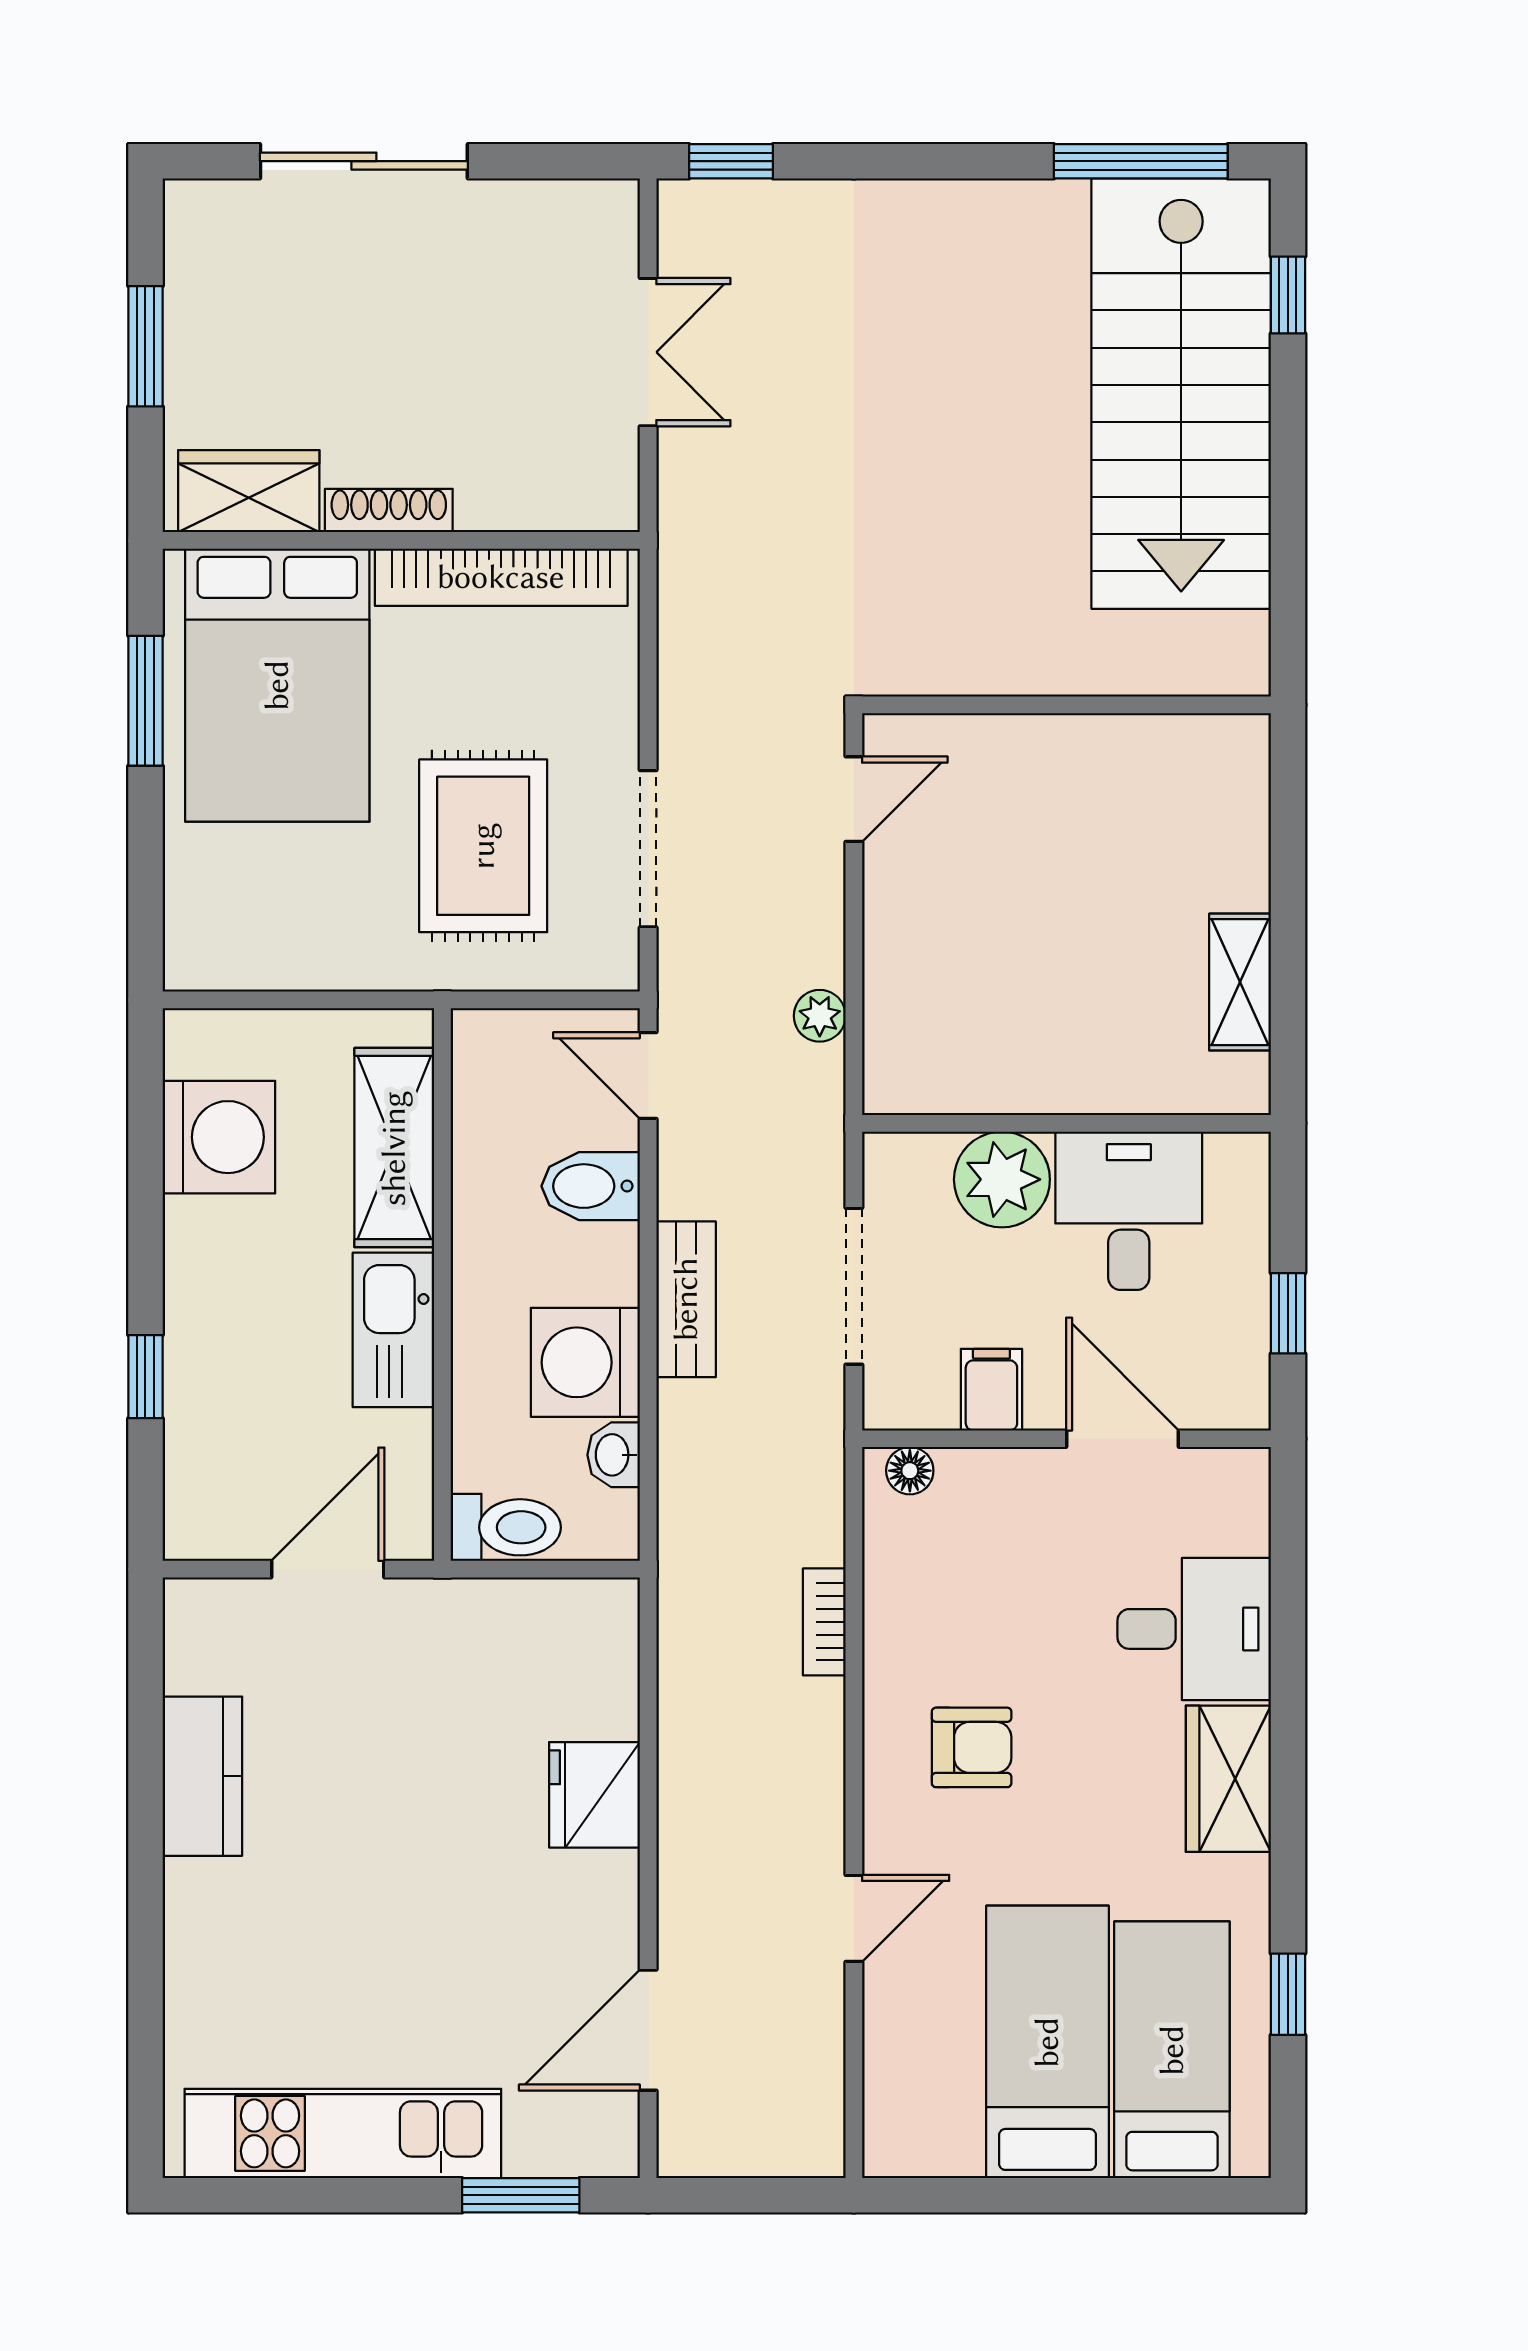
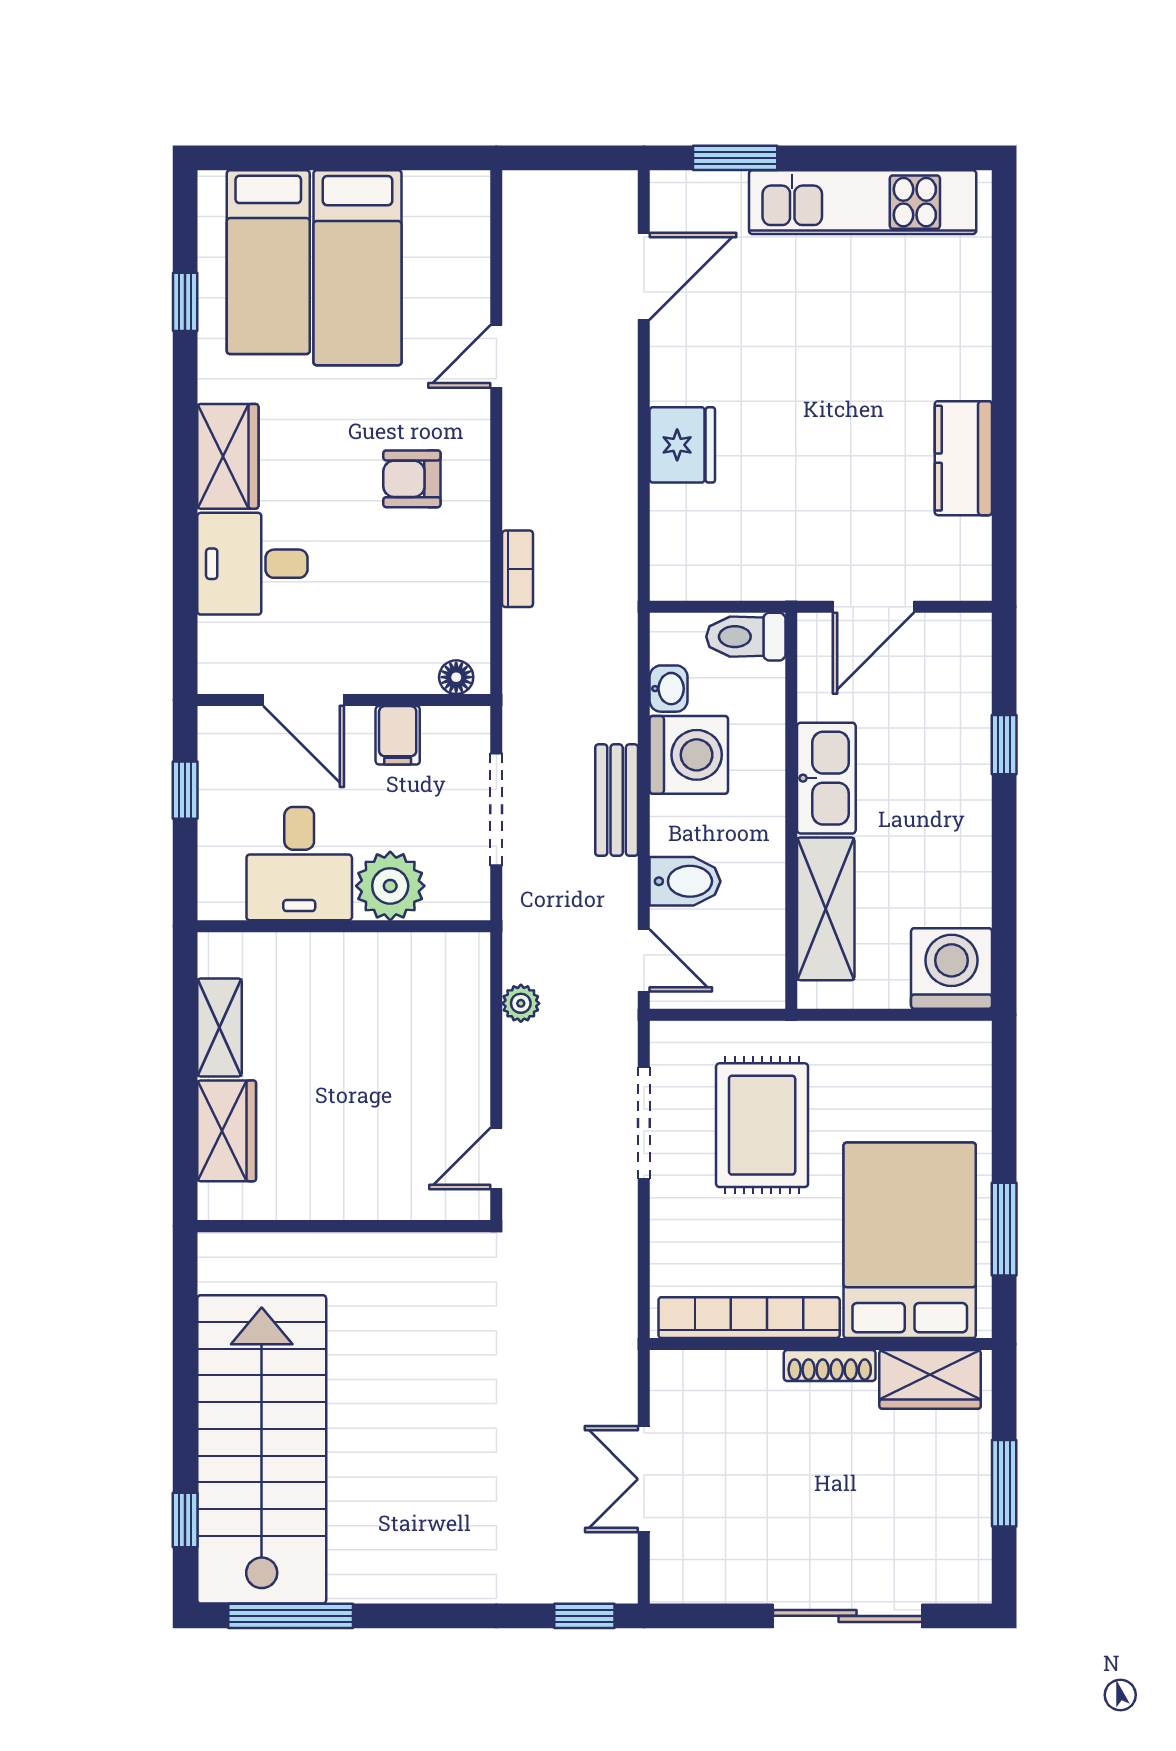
wardrobe: (1230, 838) -> (227, 1131), added
washing machine: (219, 1137) -> (952, 968), moved, turned 90

